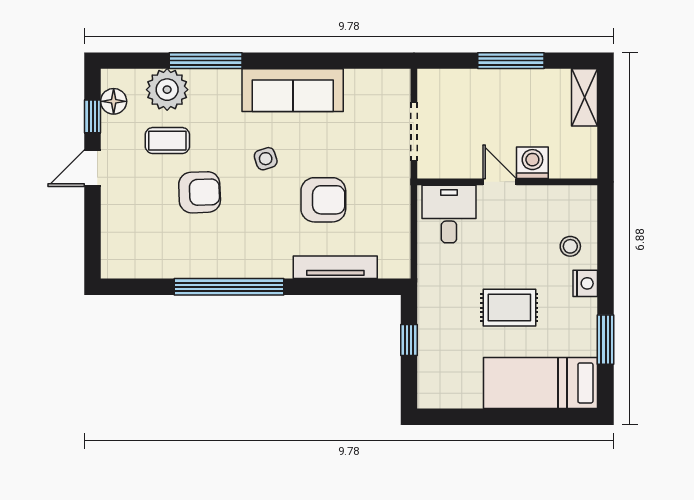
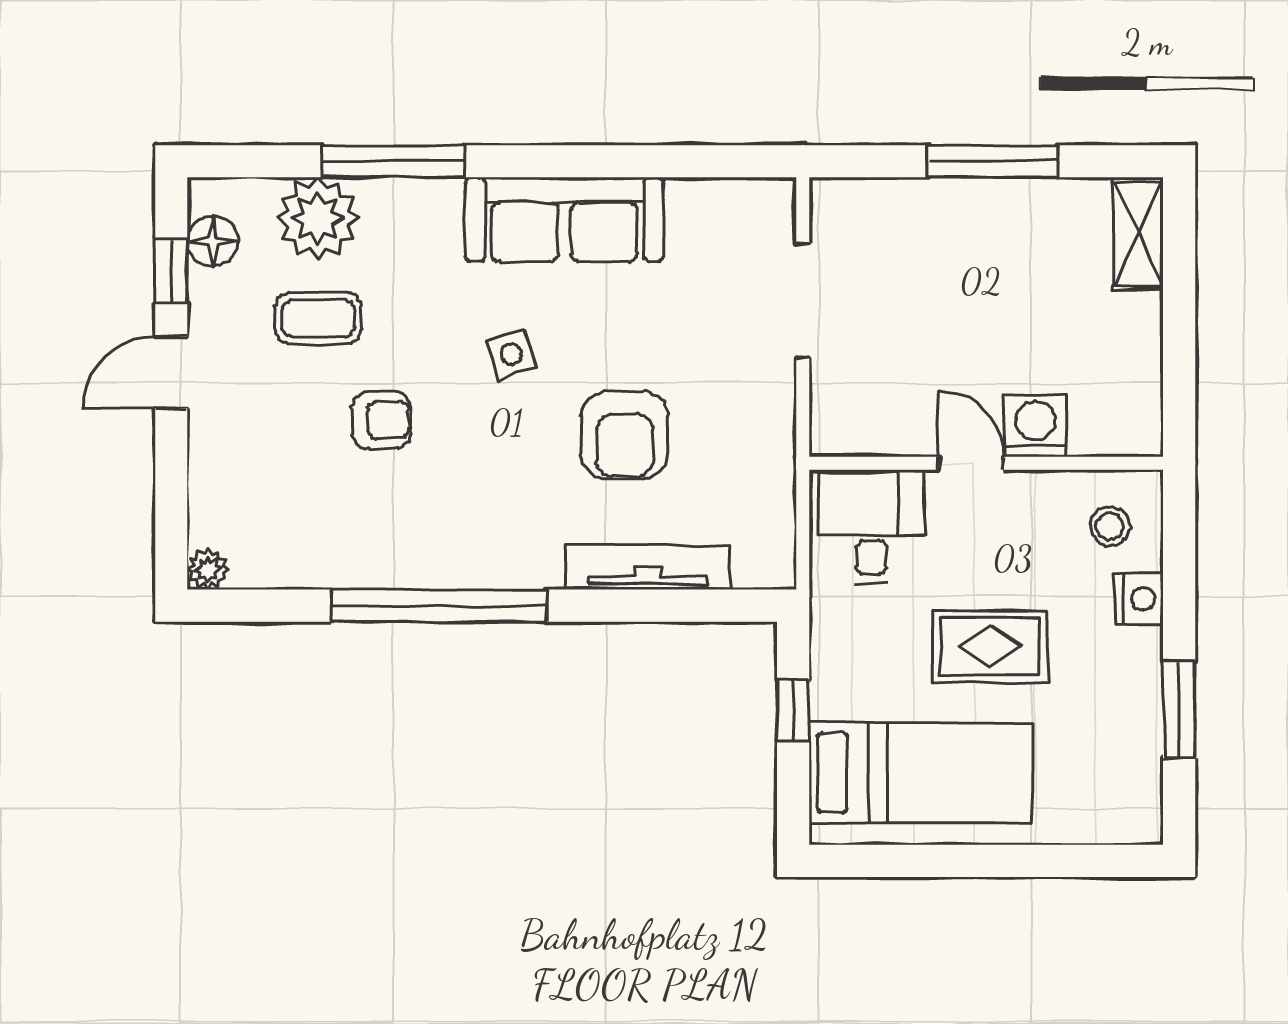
washing machine: (532, 163) -> (1035, 426), moved
door: (500, 182) -> (971, 463), moved
wall: (507, 182) -> (986, 463), moved
armchair: (200, 192) -> (381, 420), width x0.72, depth x0.72
armchair: (323, 200) -> (625, 435), turned 90
desk: (449, 214) -> (871, 526), moved
plant: (111, 268) -> (208, 569), added
bed: (541, 383) -> (921, 773), moved, turned 180

